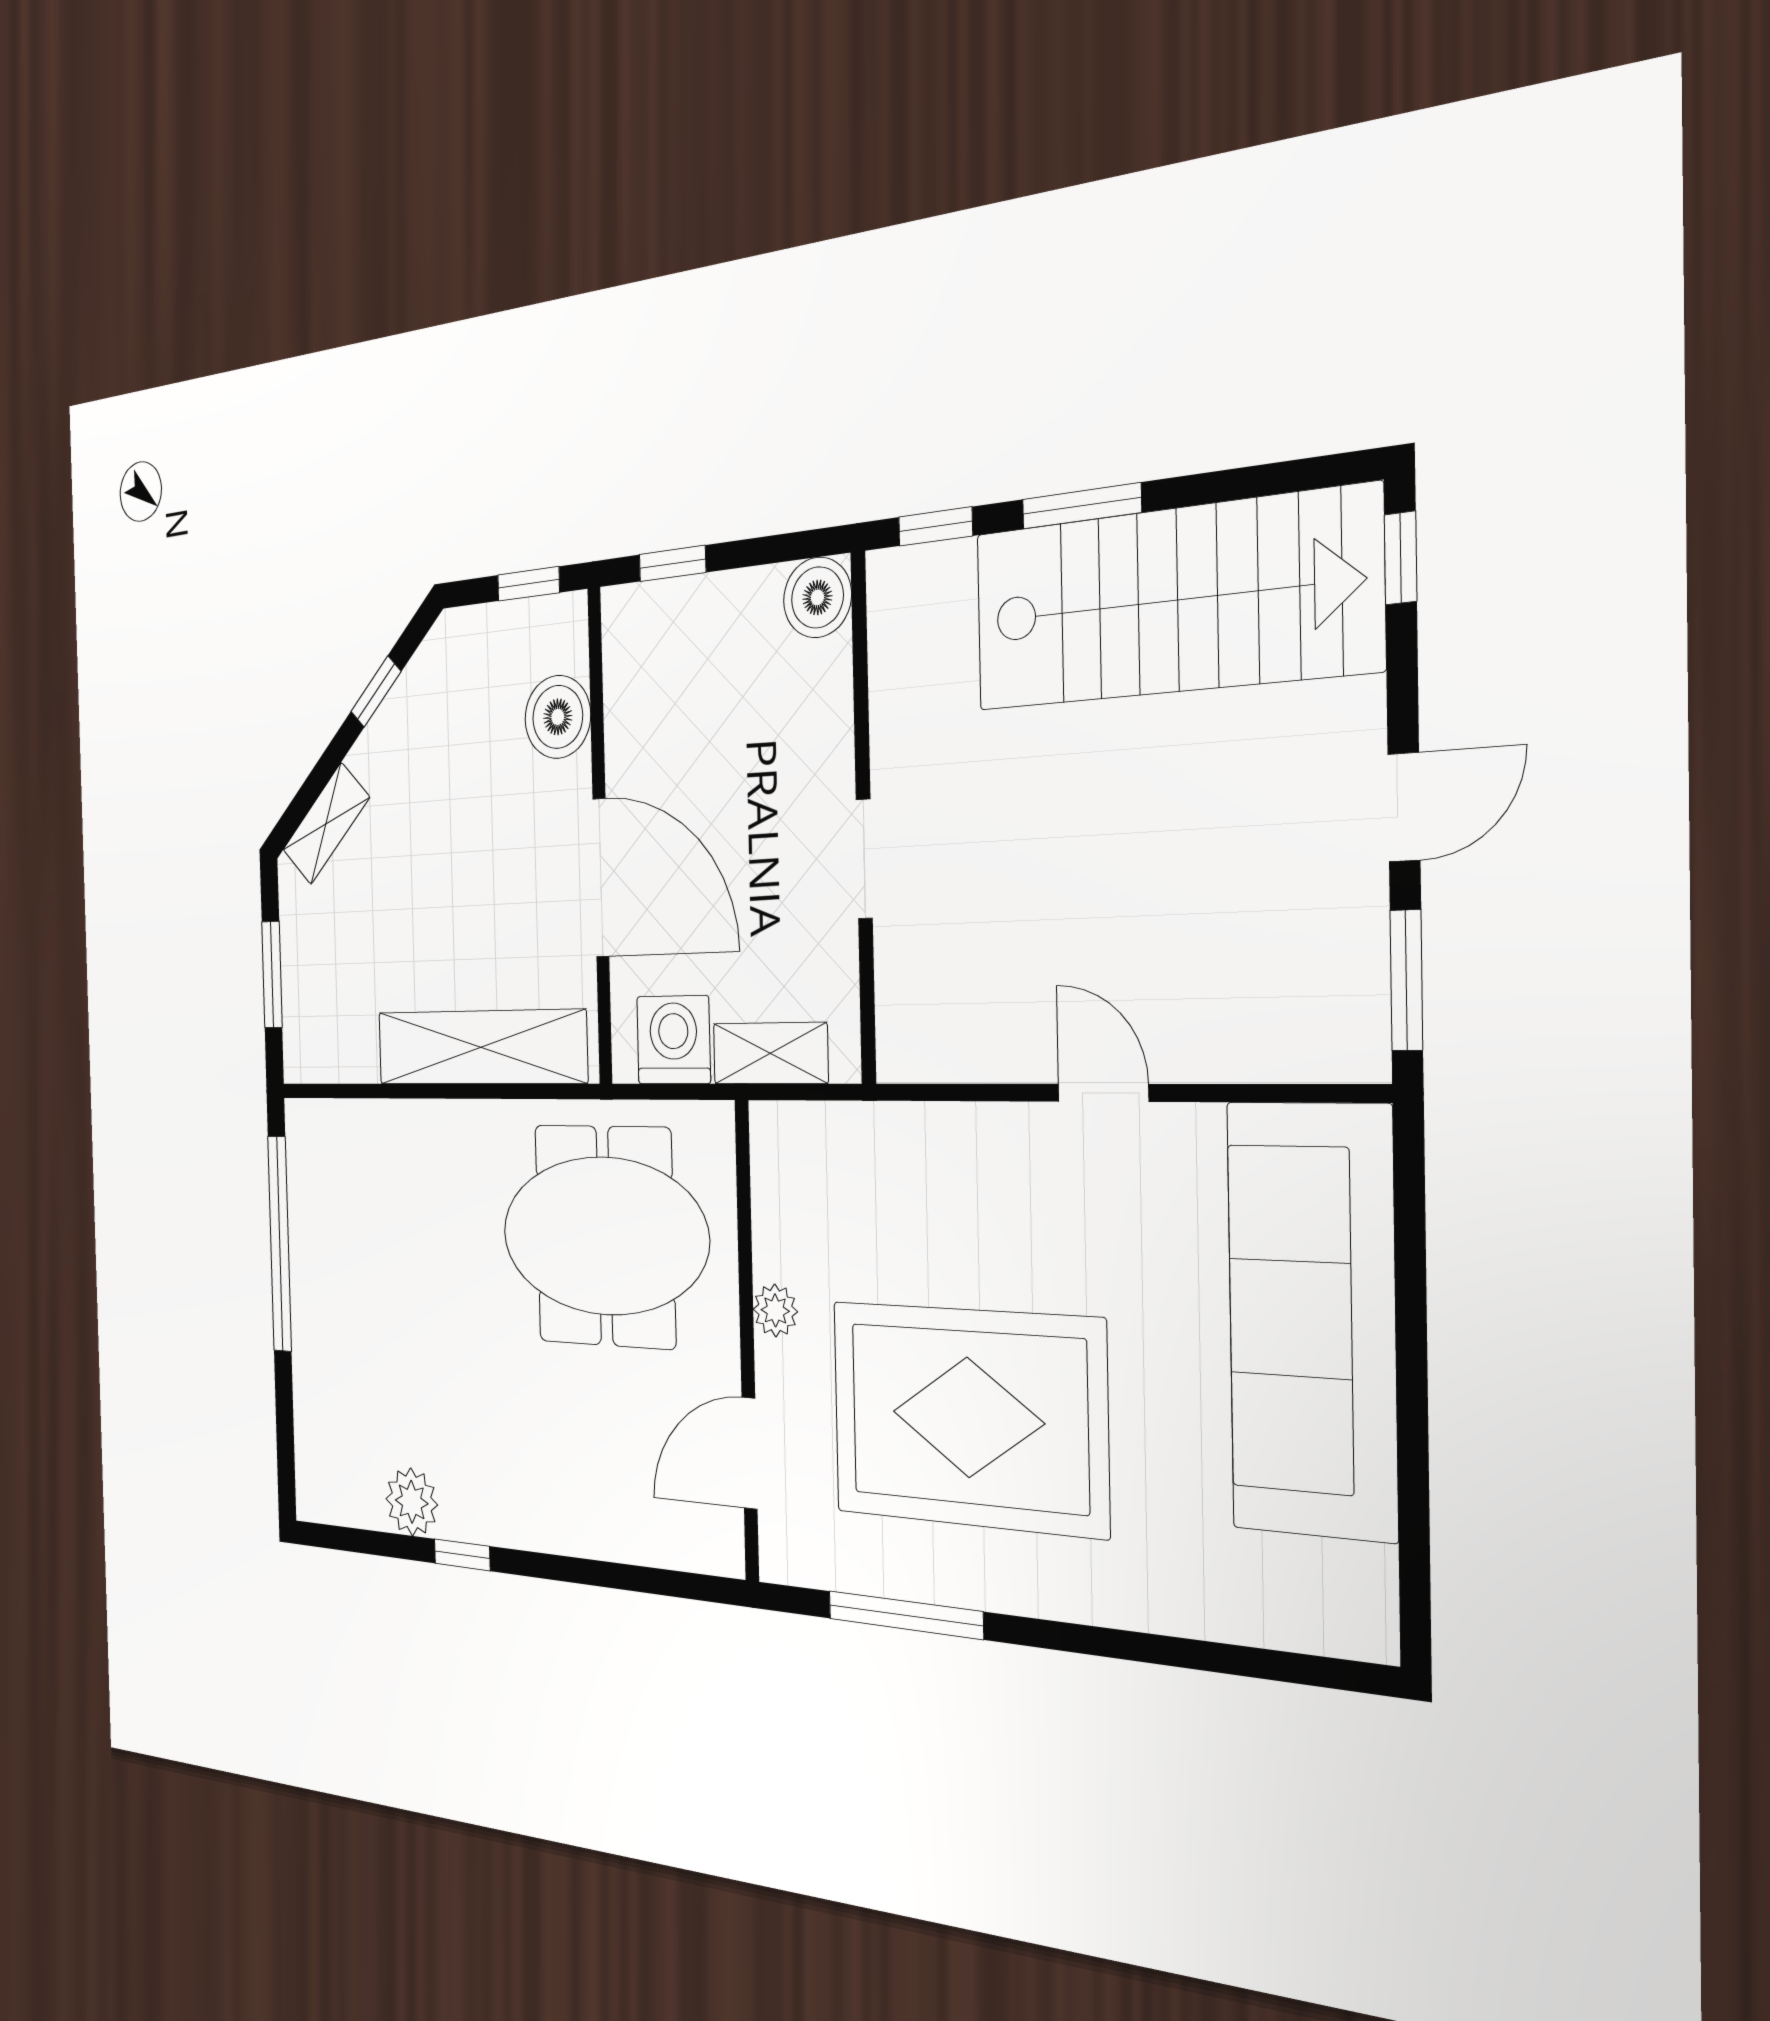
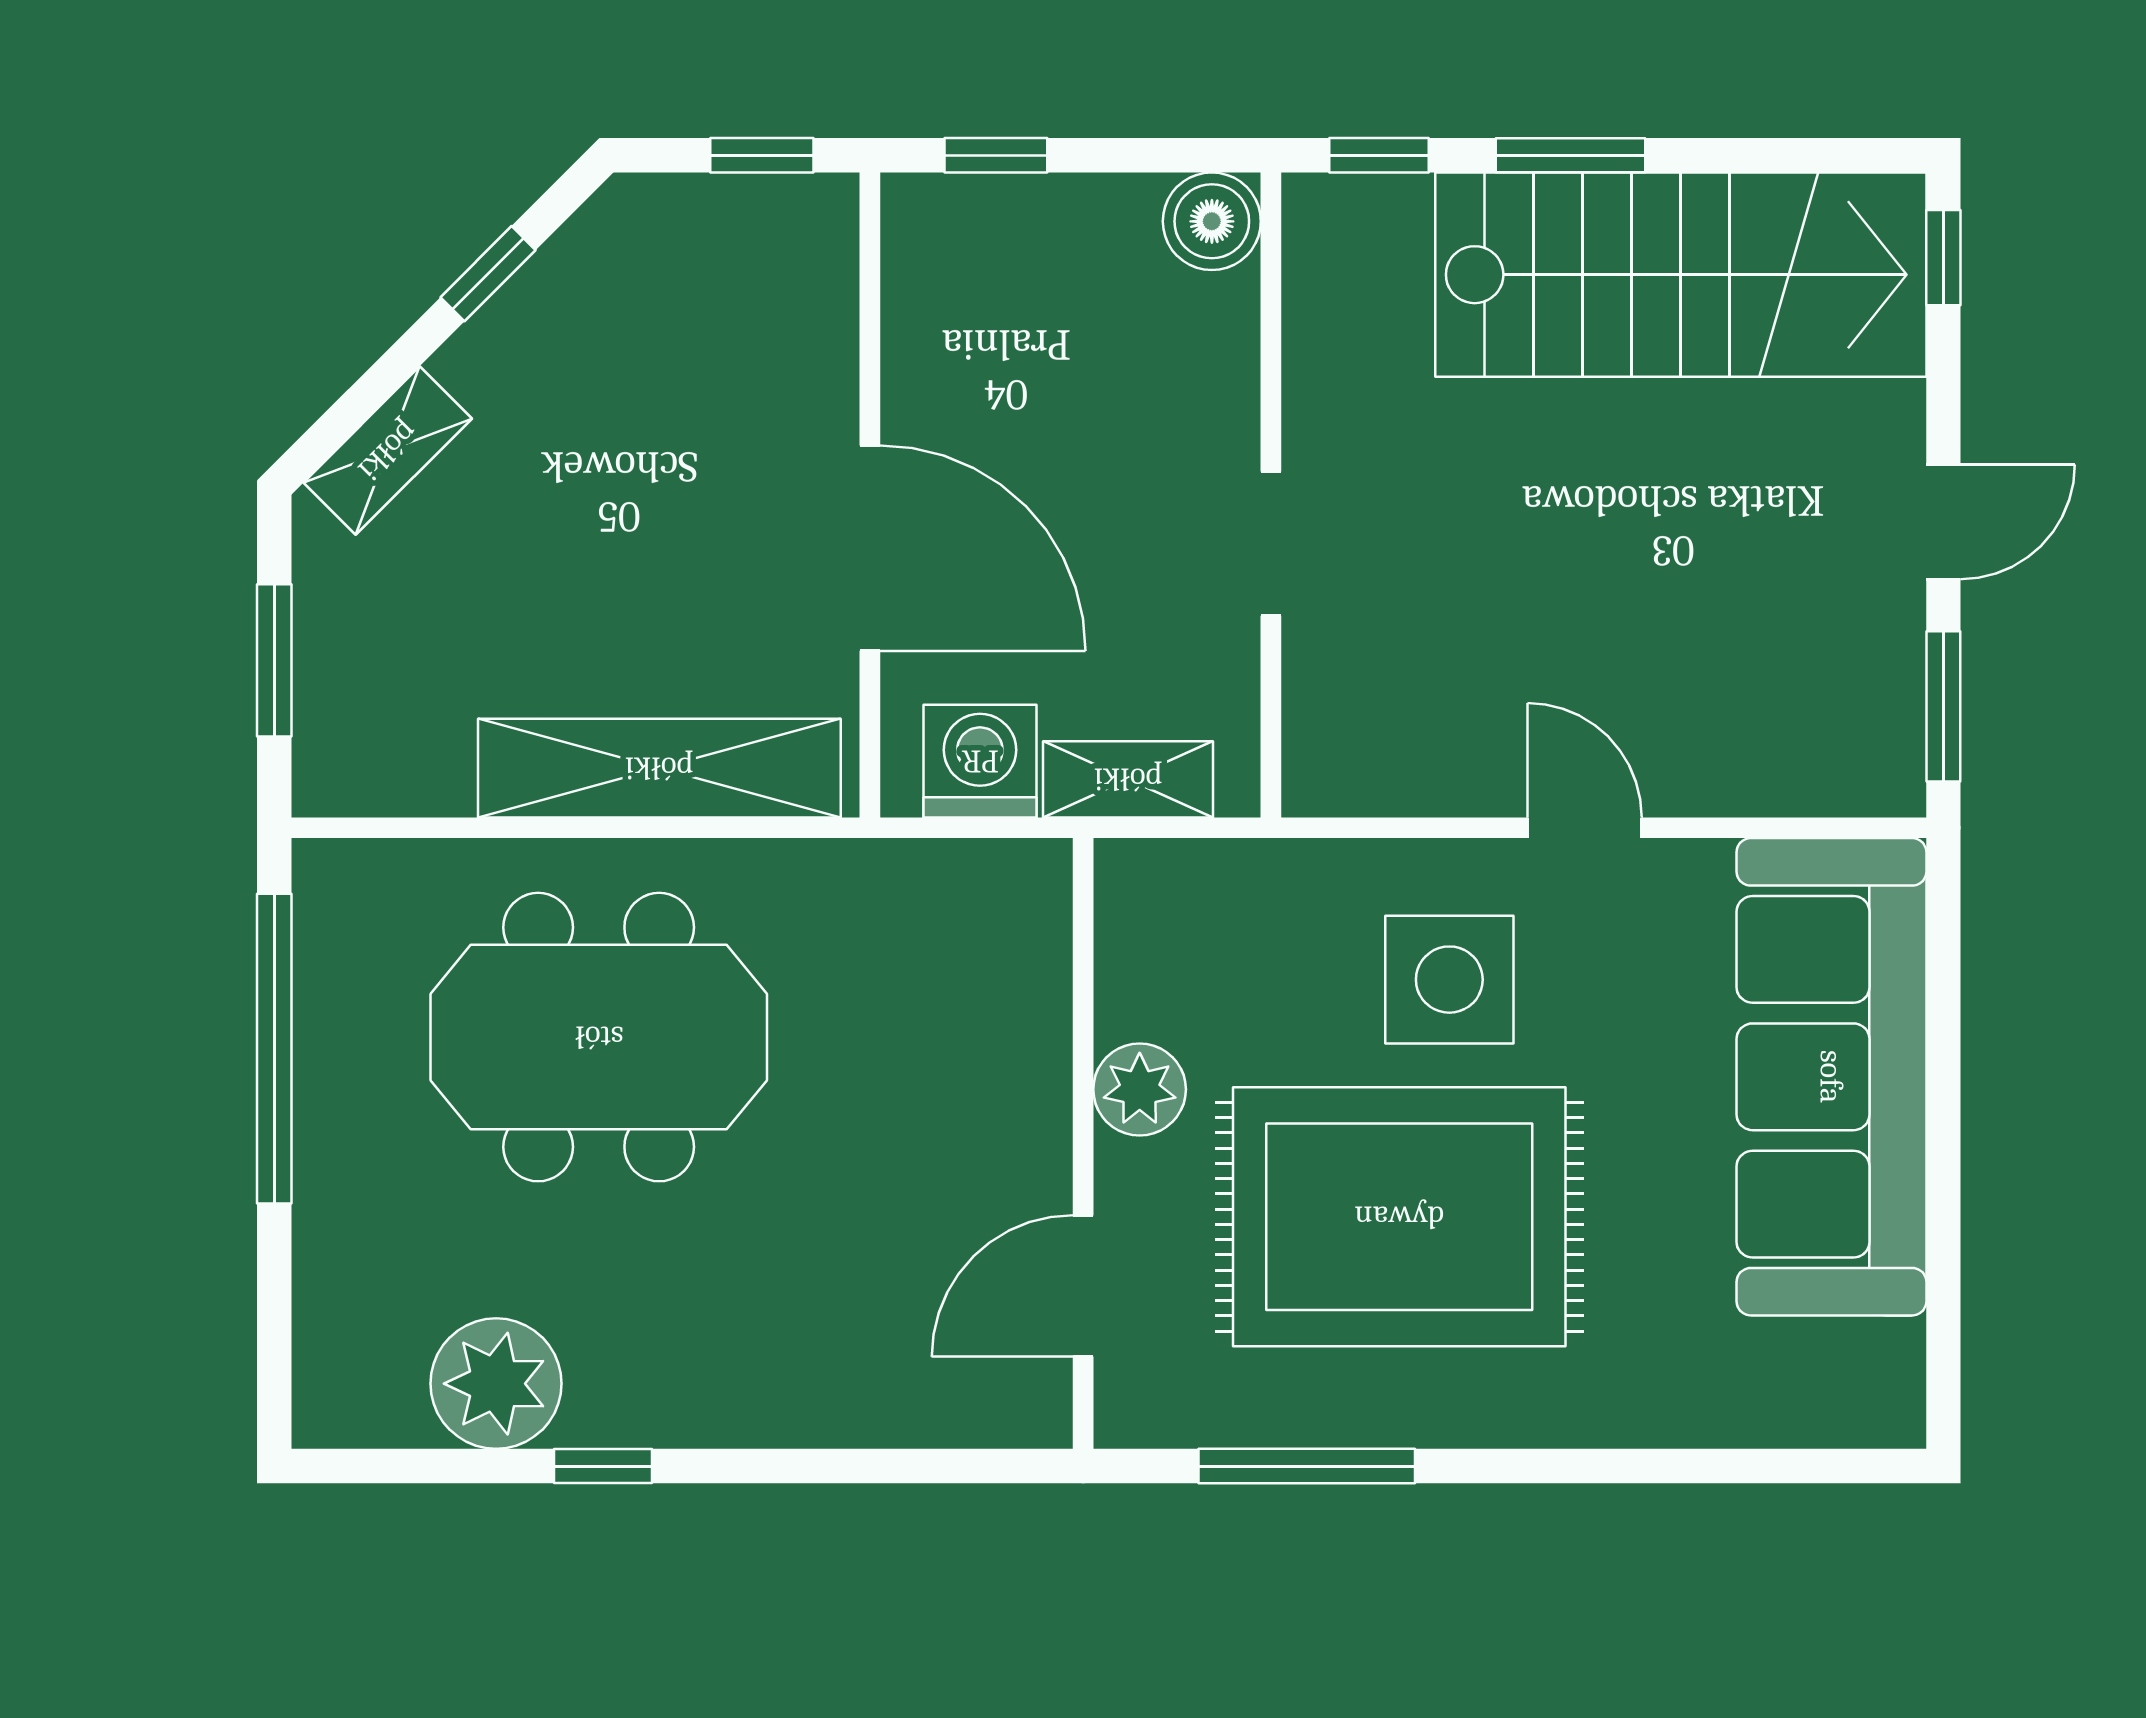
boiler: (558, 717) -> (805, 334), removed
side table: (1001, 1221) -> (1449, 980), added
meeting table: (604, 1236) -> (599, 1037), moved
plant: (775, 1310) -> (1140, 1089), width x1.38, depth x1.38
plant: (412, 1502) -> (496, 1384), width x1.36, depth x1.36

